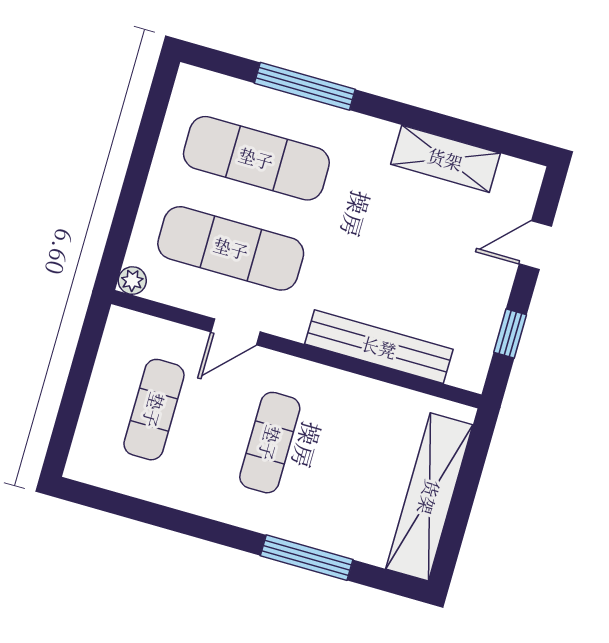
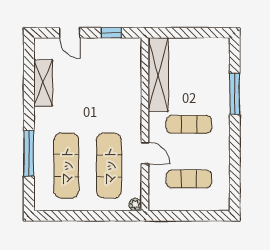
bench: (379, 347) -> (133, 89), removed
shelving: (429, 497) -> (158, 75), moved, turned 90

